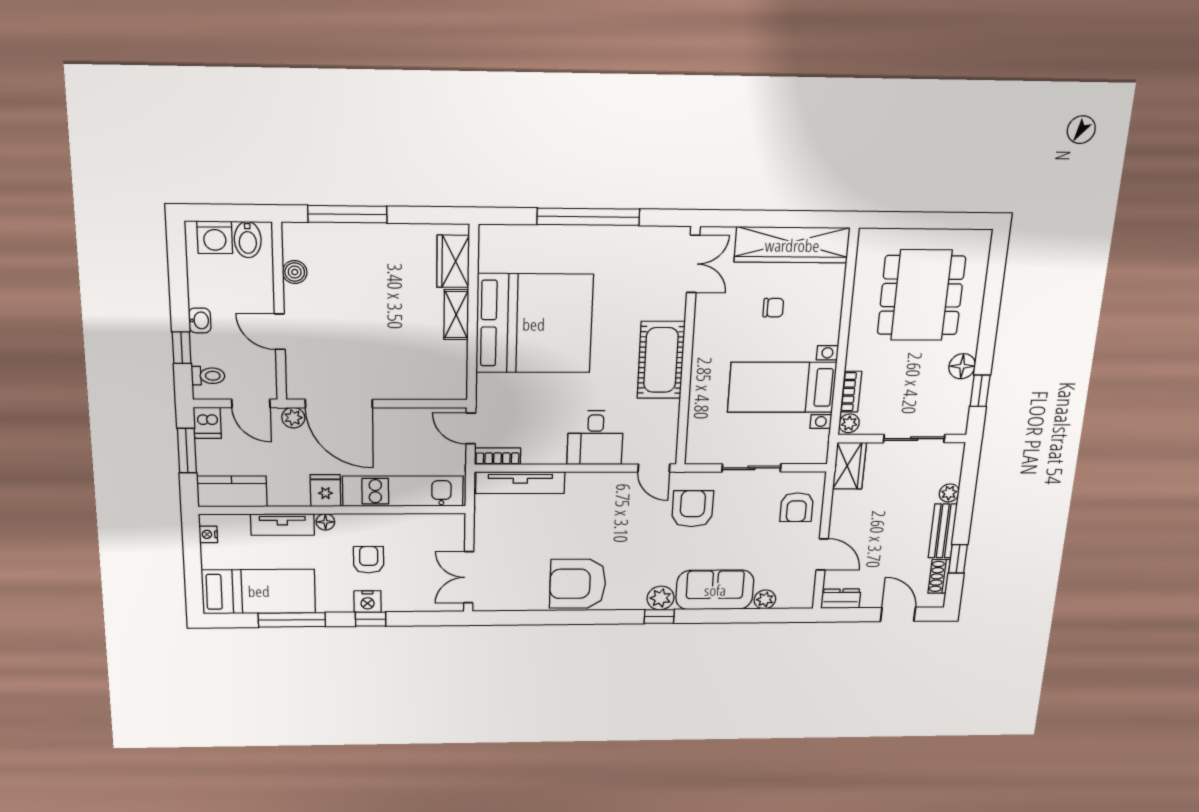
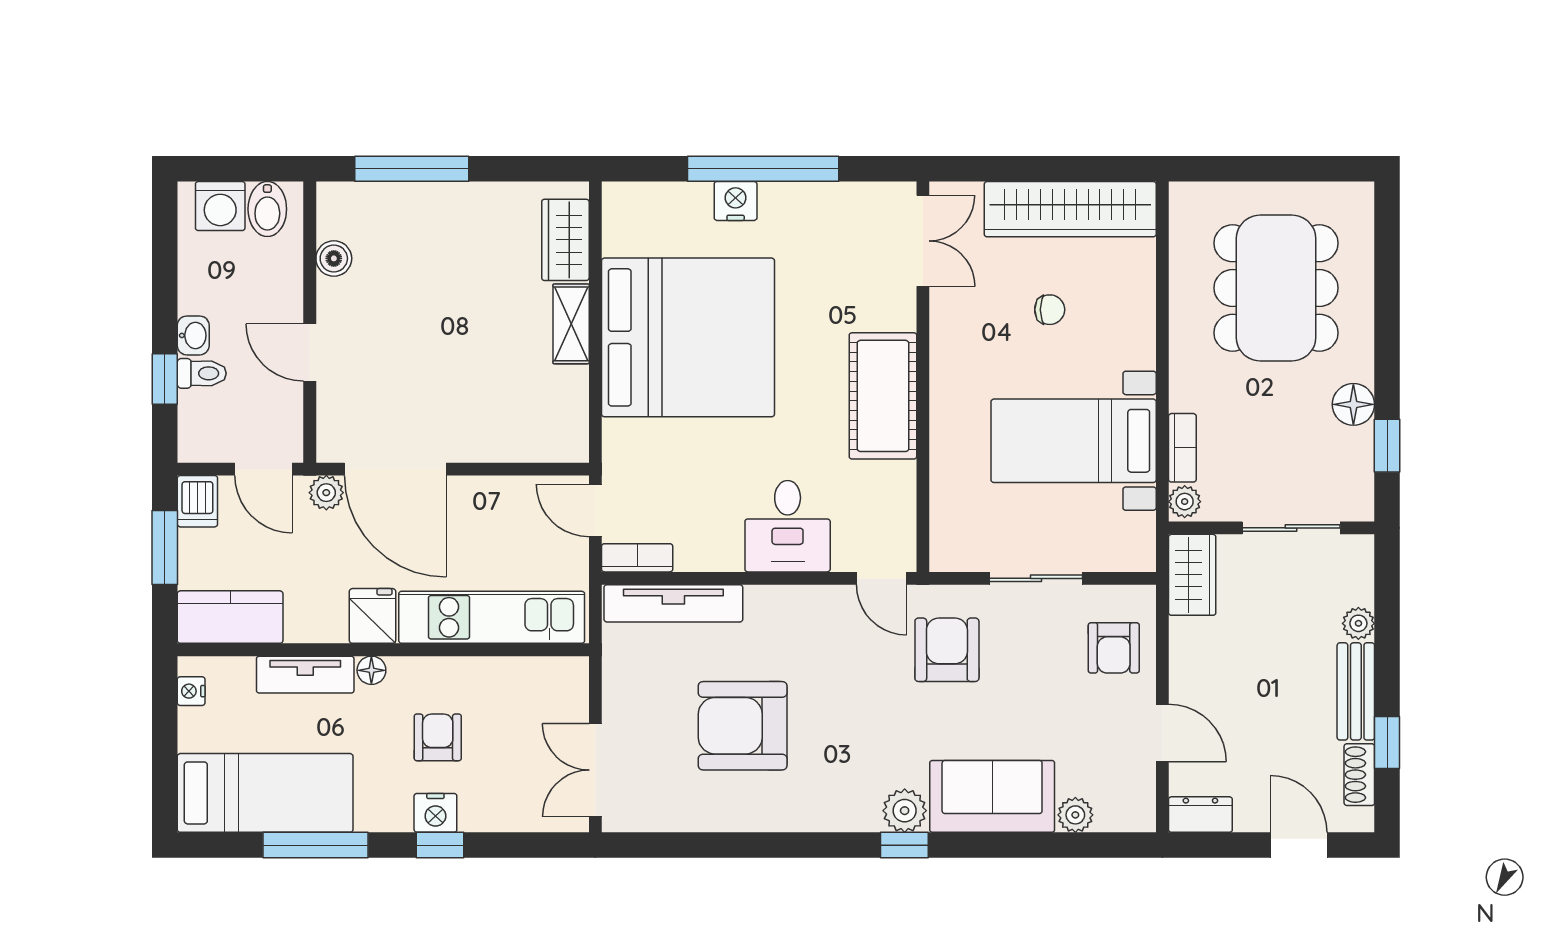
nightstand: (569, 237) -> (736, 201), added
toilet: (208, 376) -> (202, 373), moved
armchair: (578, 584) -> (743, 726), moved

